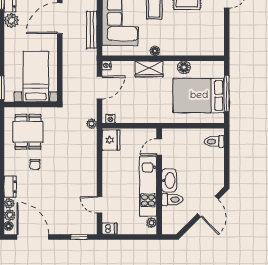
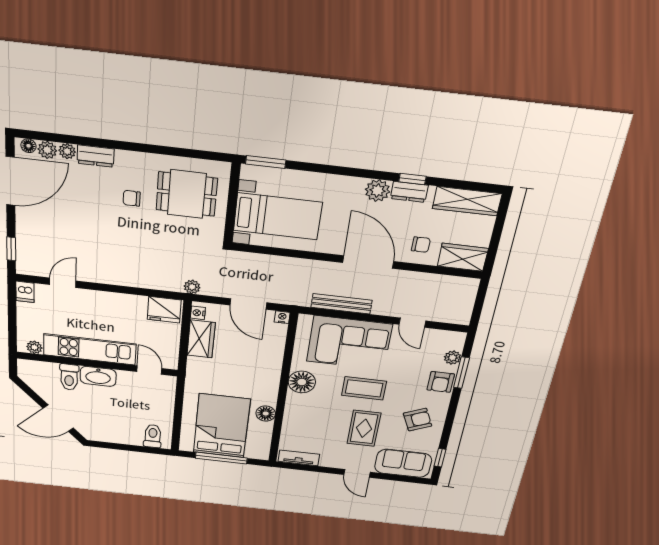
tv unit: (219, 40) -> (299, 458), added
floor lamp: (155, 51) -> (302, 382), width x1.89, depth x1.89
wardrobe: (149, 69) -> (201, 339), moved, turned 180

